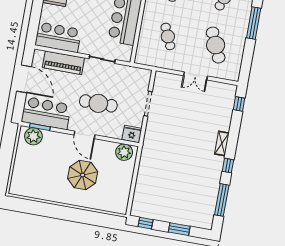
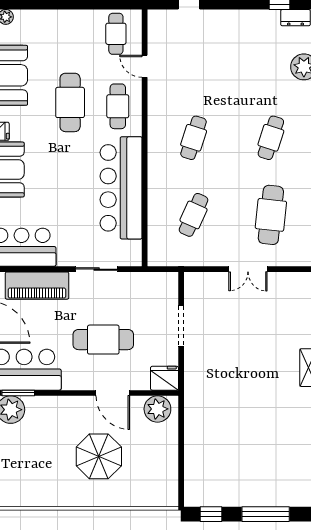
cafe table: (168, 36) -> (194, 215), turned 48
cafe table: (216, 45) -> (271, 215), turned 30
door: (85, 135) -> (113, 393), moved
window: (179, 229) -> (266, 514), width x1.44

